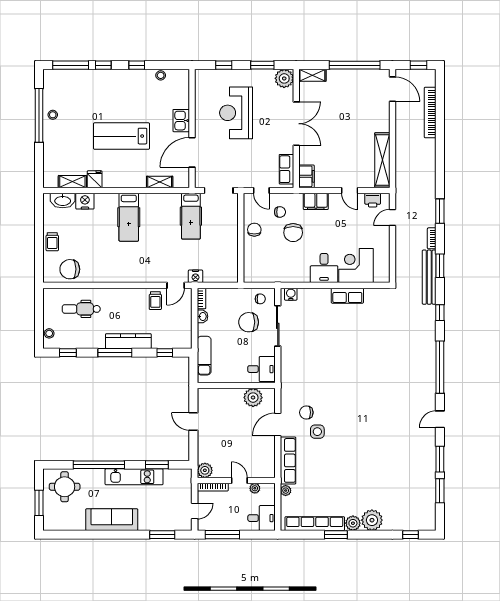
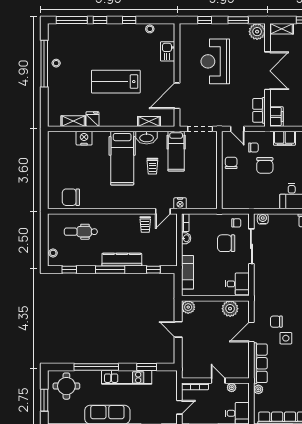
kitchen sink: (181, 121) -> (168, 51), moved
washbasin: (63, 201) -> (147, 138), moved
hospital bed: (129, 217) -> (122, 158), width x1.37, depth x1.29
trolley: (52, 242) -> (152, 166), moved
plant: (205, 470) -> (188, 307), moved

